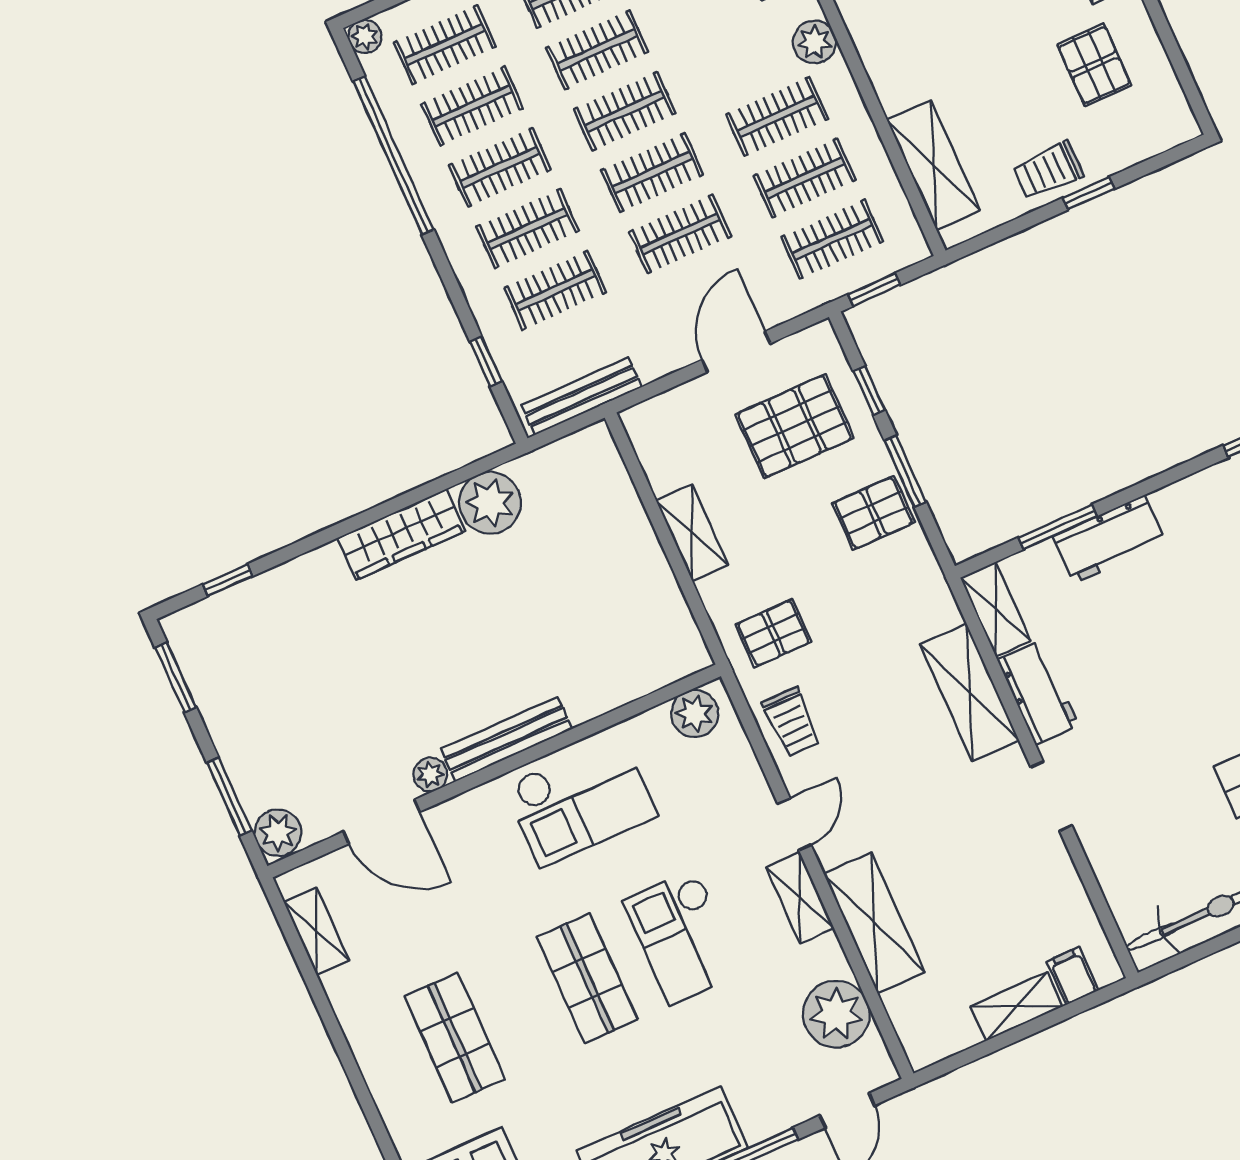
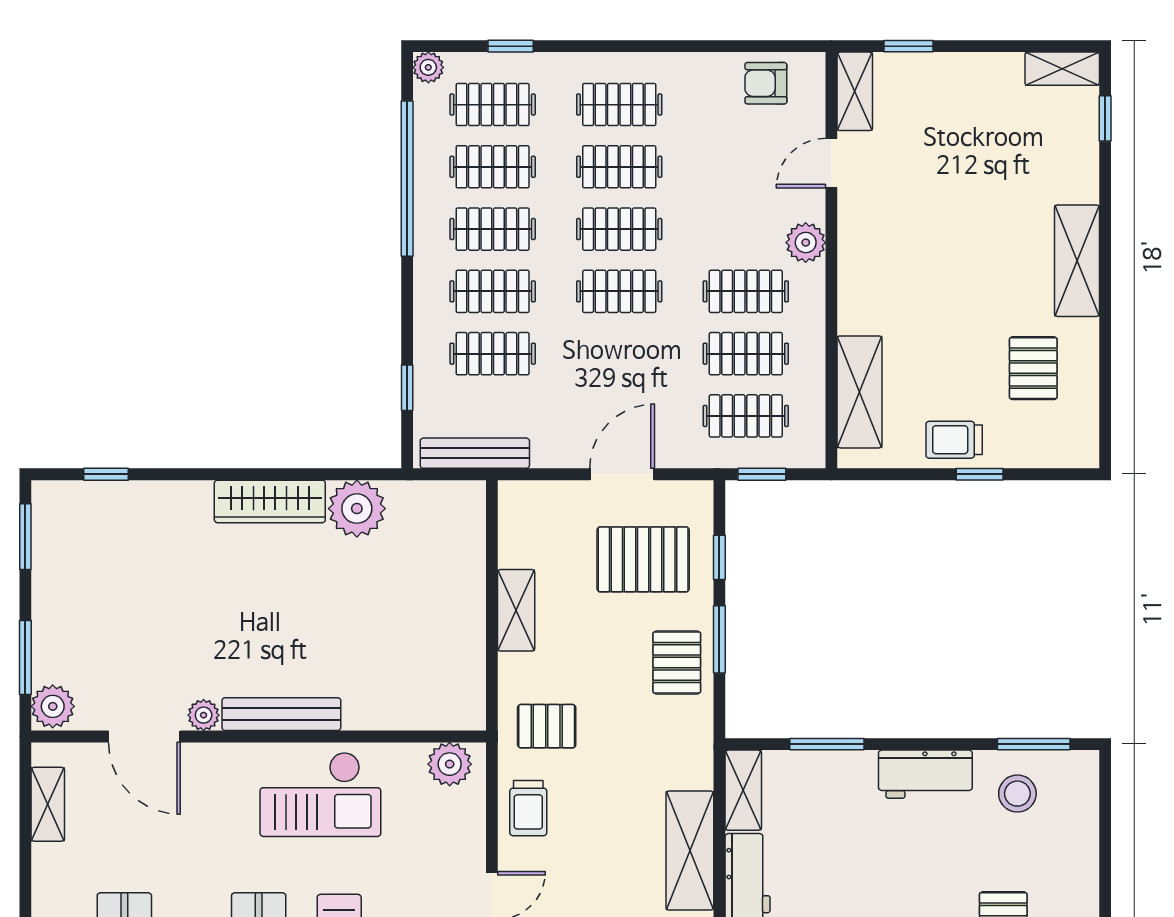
clothes rail: (680, 234) -> (619, 354), removed
pallet: (873, 513) -> (677, 663), turned 90
workbench: (1109, 539) -> (925, 774), moved

